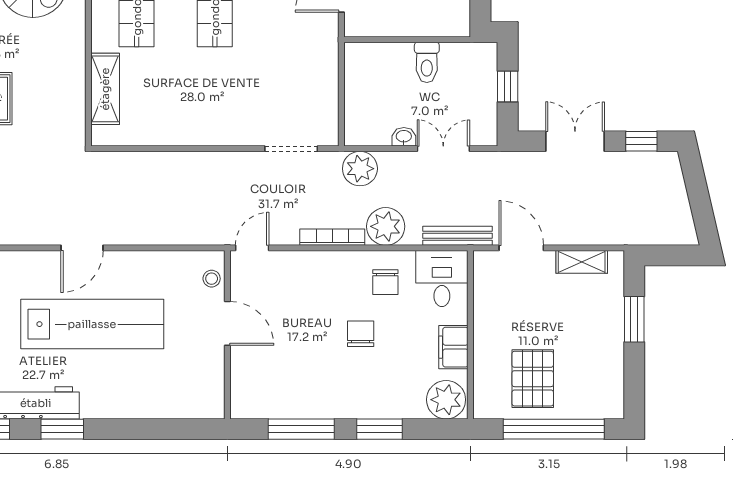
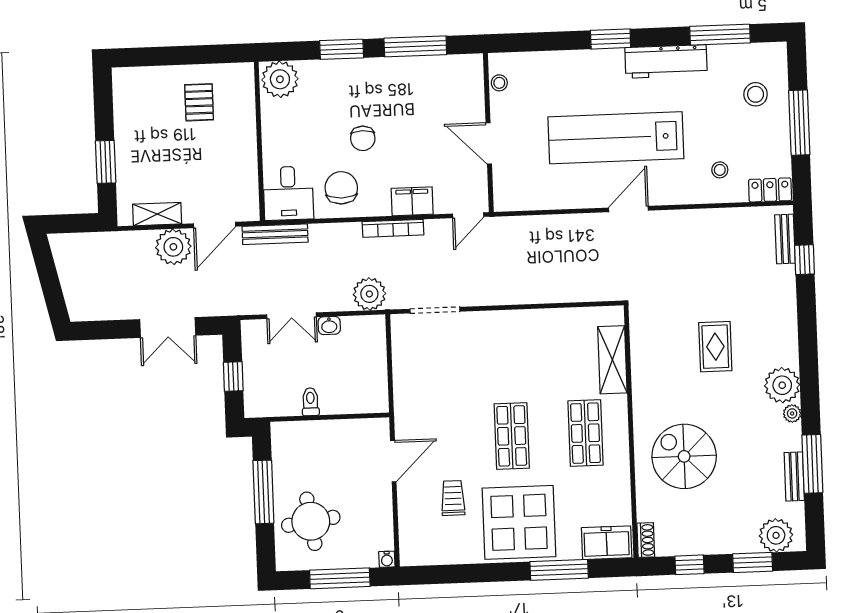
toilet: (427, 62) -> (310, 402), width x0.73, depth x0.72
window: (641, 141) -> (105, 330), removed
plant: (386, 226) -> (173, 247), moved
door: (521, 248) -> (215, 225), hinge flipped
stool: (212, 279) -> (499, 83), moved
chair: (385, 282) -> (341, 188), width x1.37, depth x1.37
filing cabinet: (453, 347) -> (412, 201), moved, turned -90
pallet: (533, 379) -> (199, 102), width x0.67, depth x0.71
window: (62, 429) -> (611, 39), moved
window: (554, 429) -> (178, 56), removed

